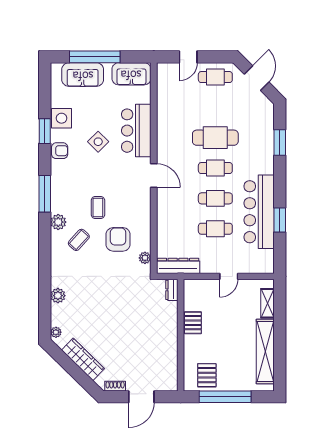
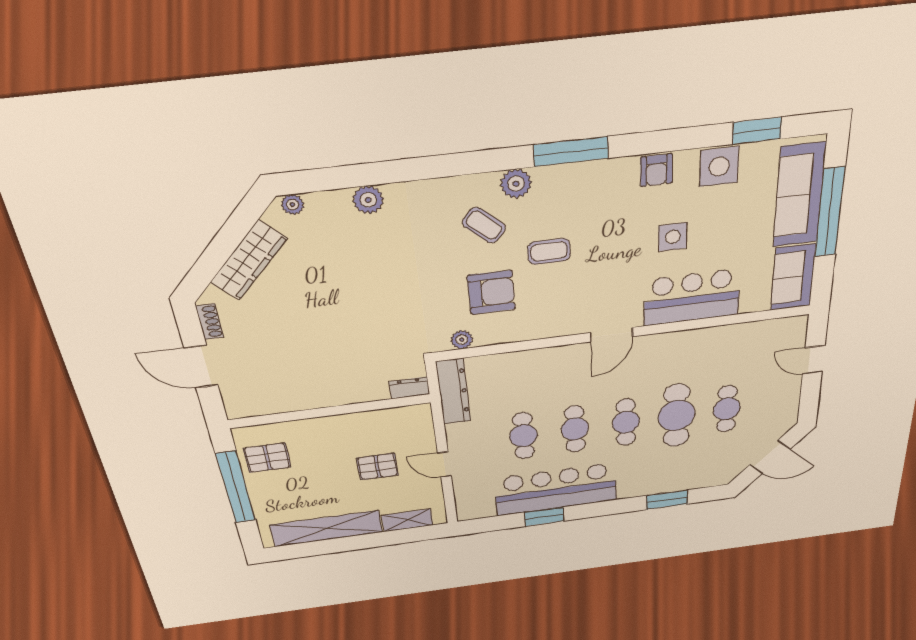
sofa: (83, 75) -> (799, 195), width x1.36
cafe table: (215, 77) -> (727, 409), moved
window: (45, 131) -> (757, 131), moved
side table: (98, 142) -> (673, 237), turned 45
pallet: (193, 323) -> (377, 466), moved

